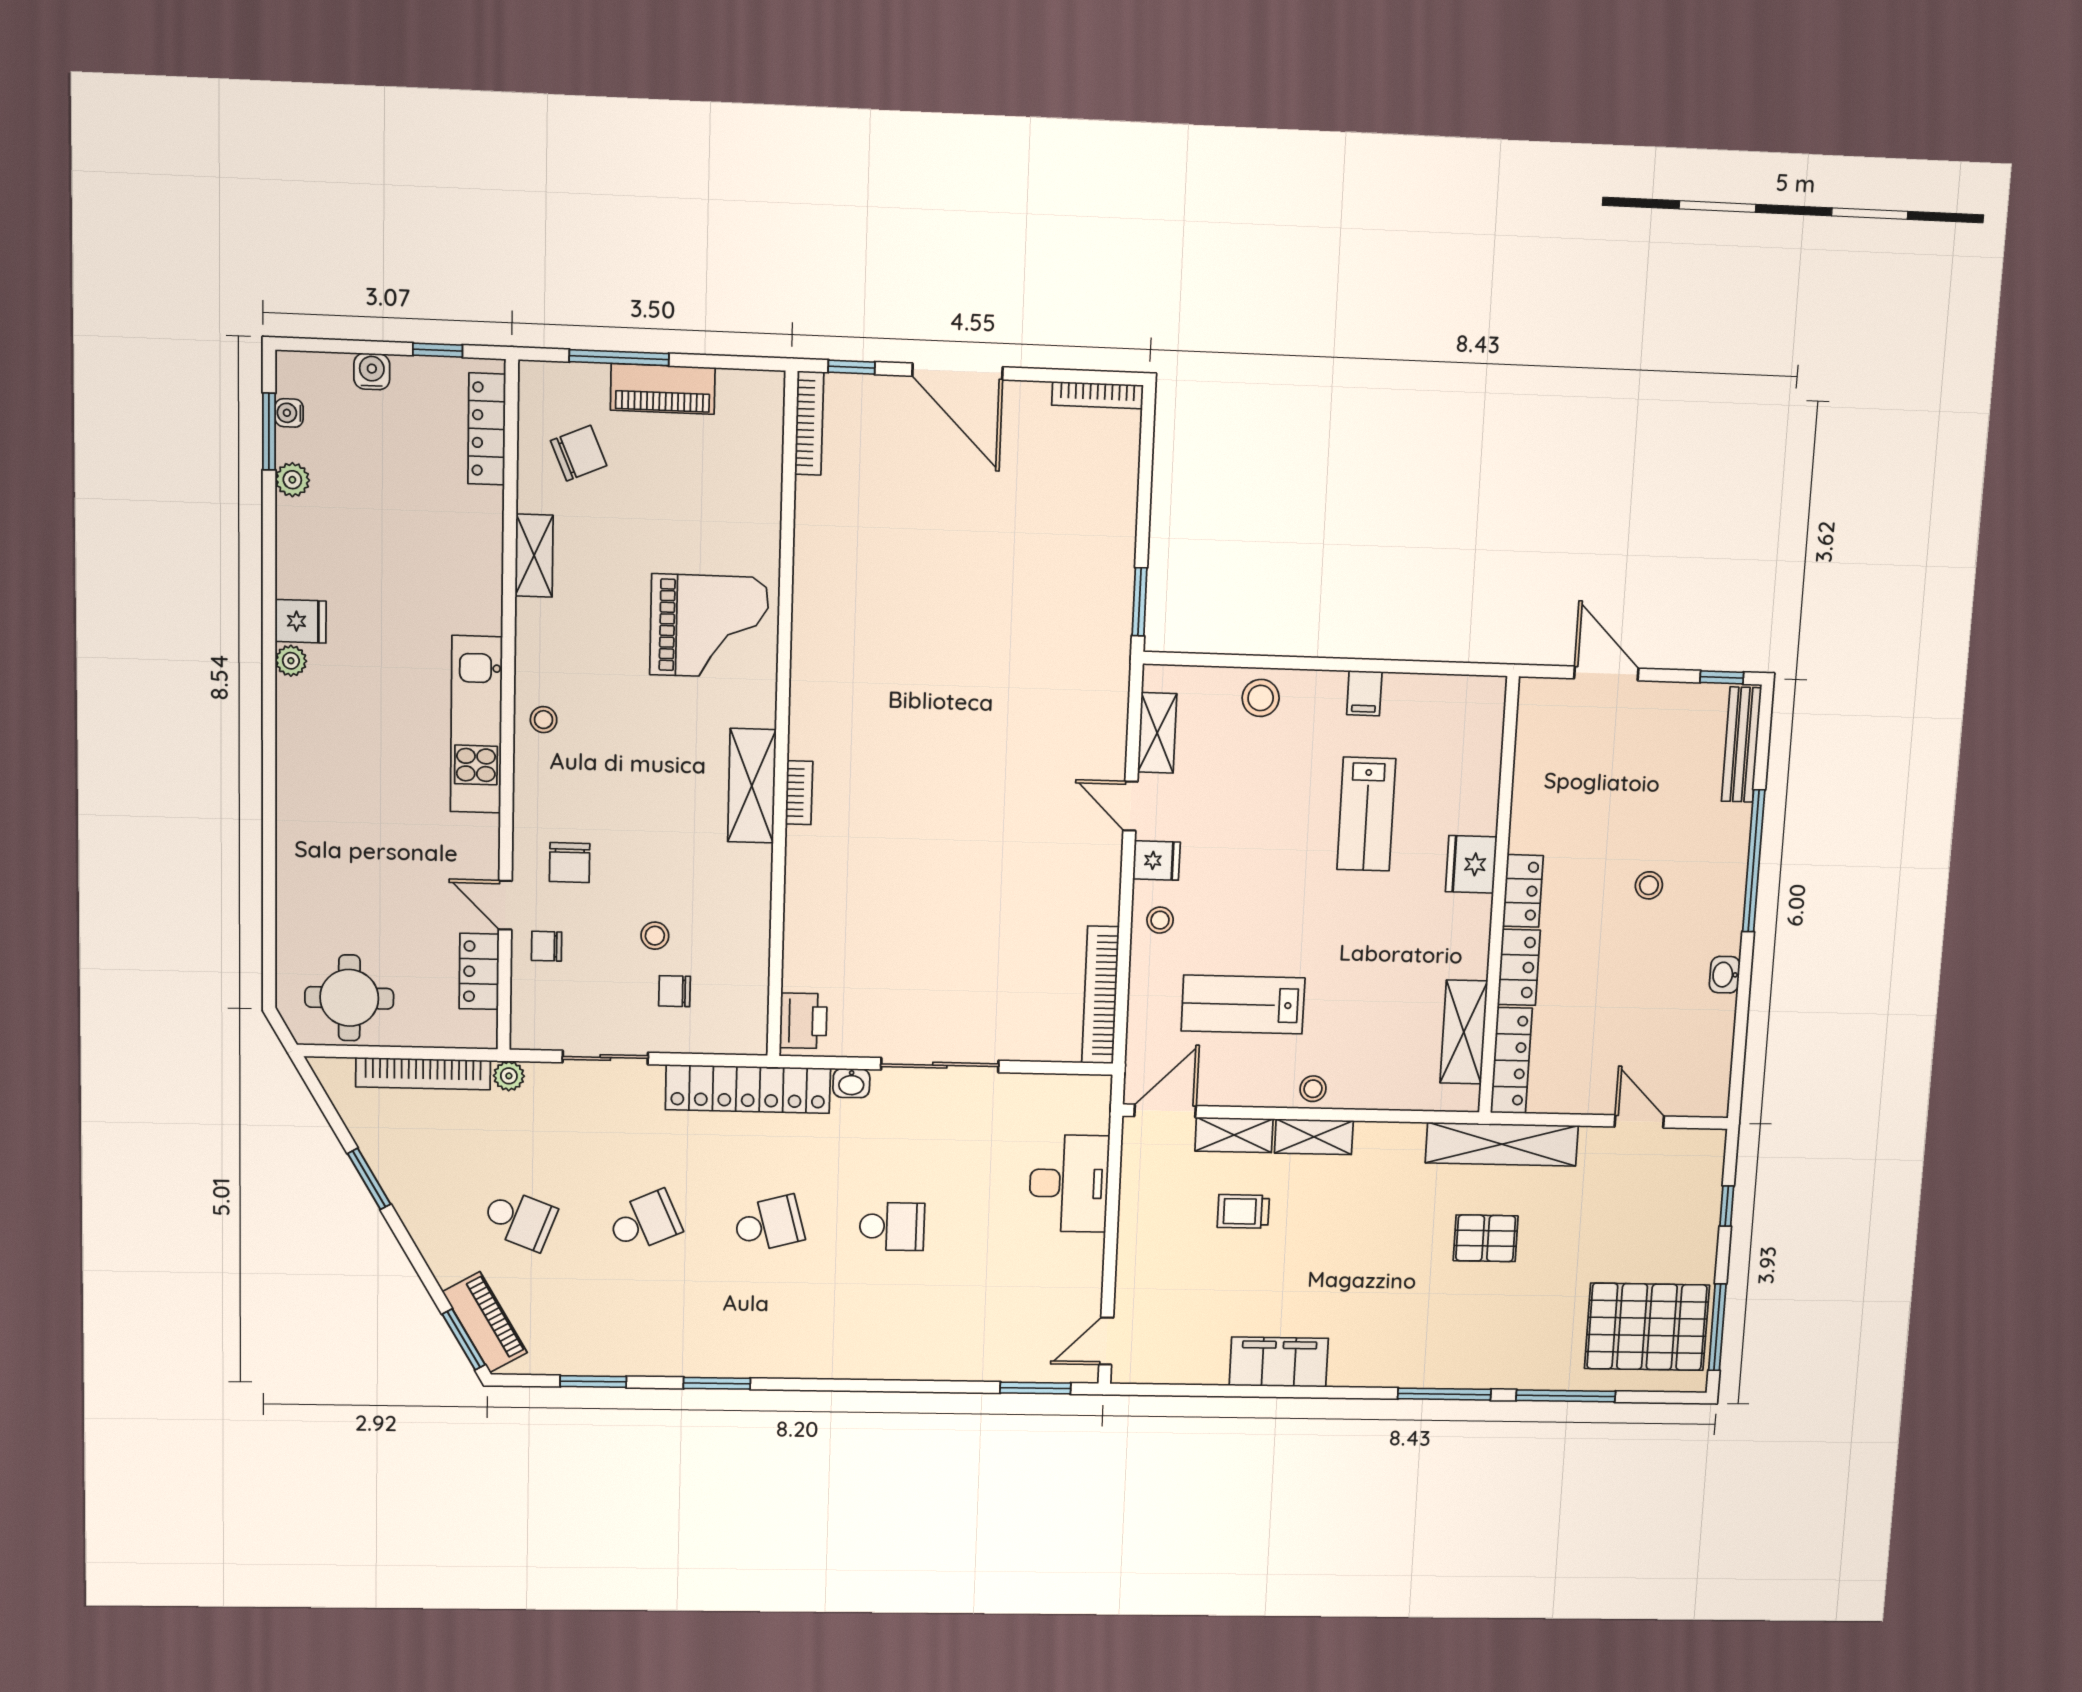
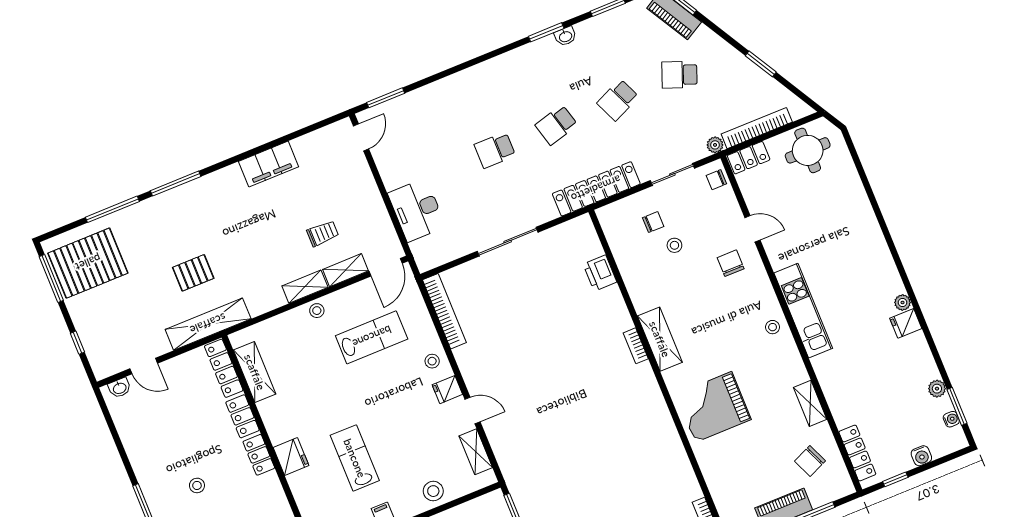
chair: (547, 946) -> (716, 180), moved, turned 180
locker: (479, 971) -> (749, 158), moved, turned 90
washbasin: (1725, 975) -> (119, 388), moved, turned 90
printer: (803, 1021) -> (600, 273), moved
washbasin: (851, 1083) -> (565, 36), moved, turned 180

